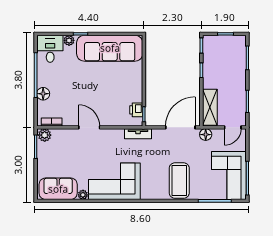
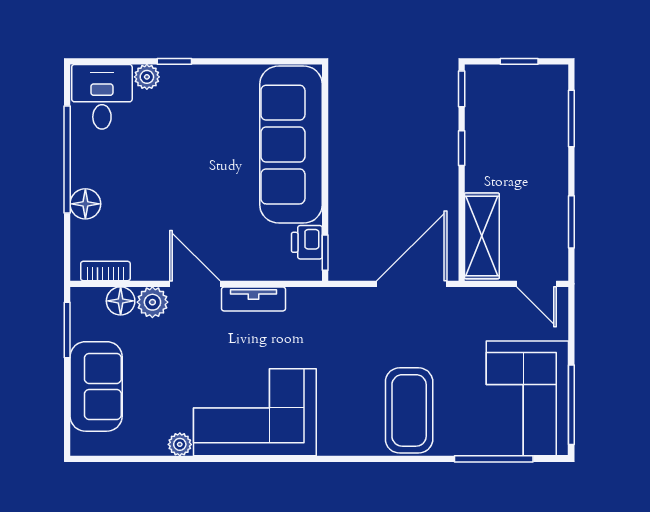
sofa: (110, 48) -> (291, 145), moved, turned 90
door: (233, 127) -> (536, 284), hinge flipped
tv unit: (138, 134) -> (253, 299), moved
plant: (45, 135) -> (152, 302), moved
floor lamp: (206, 135) -> (121, 301), moved
sofa: (58, 189) -> (96, 386), moved, turned 90

